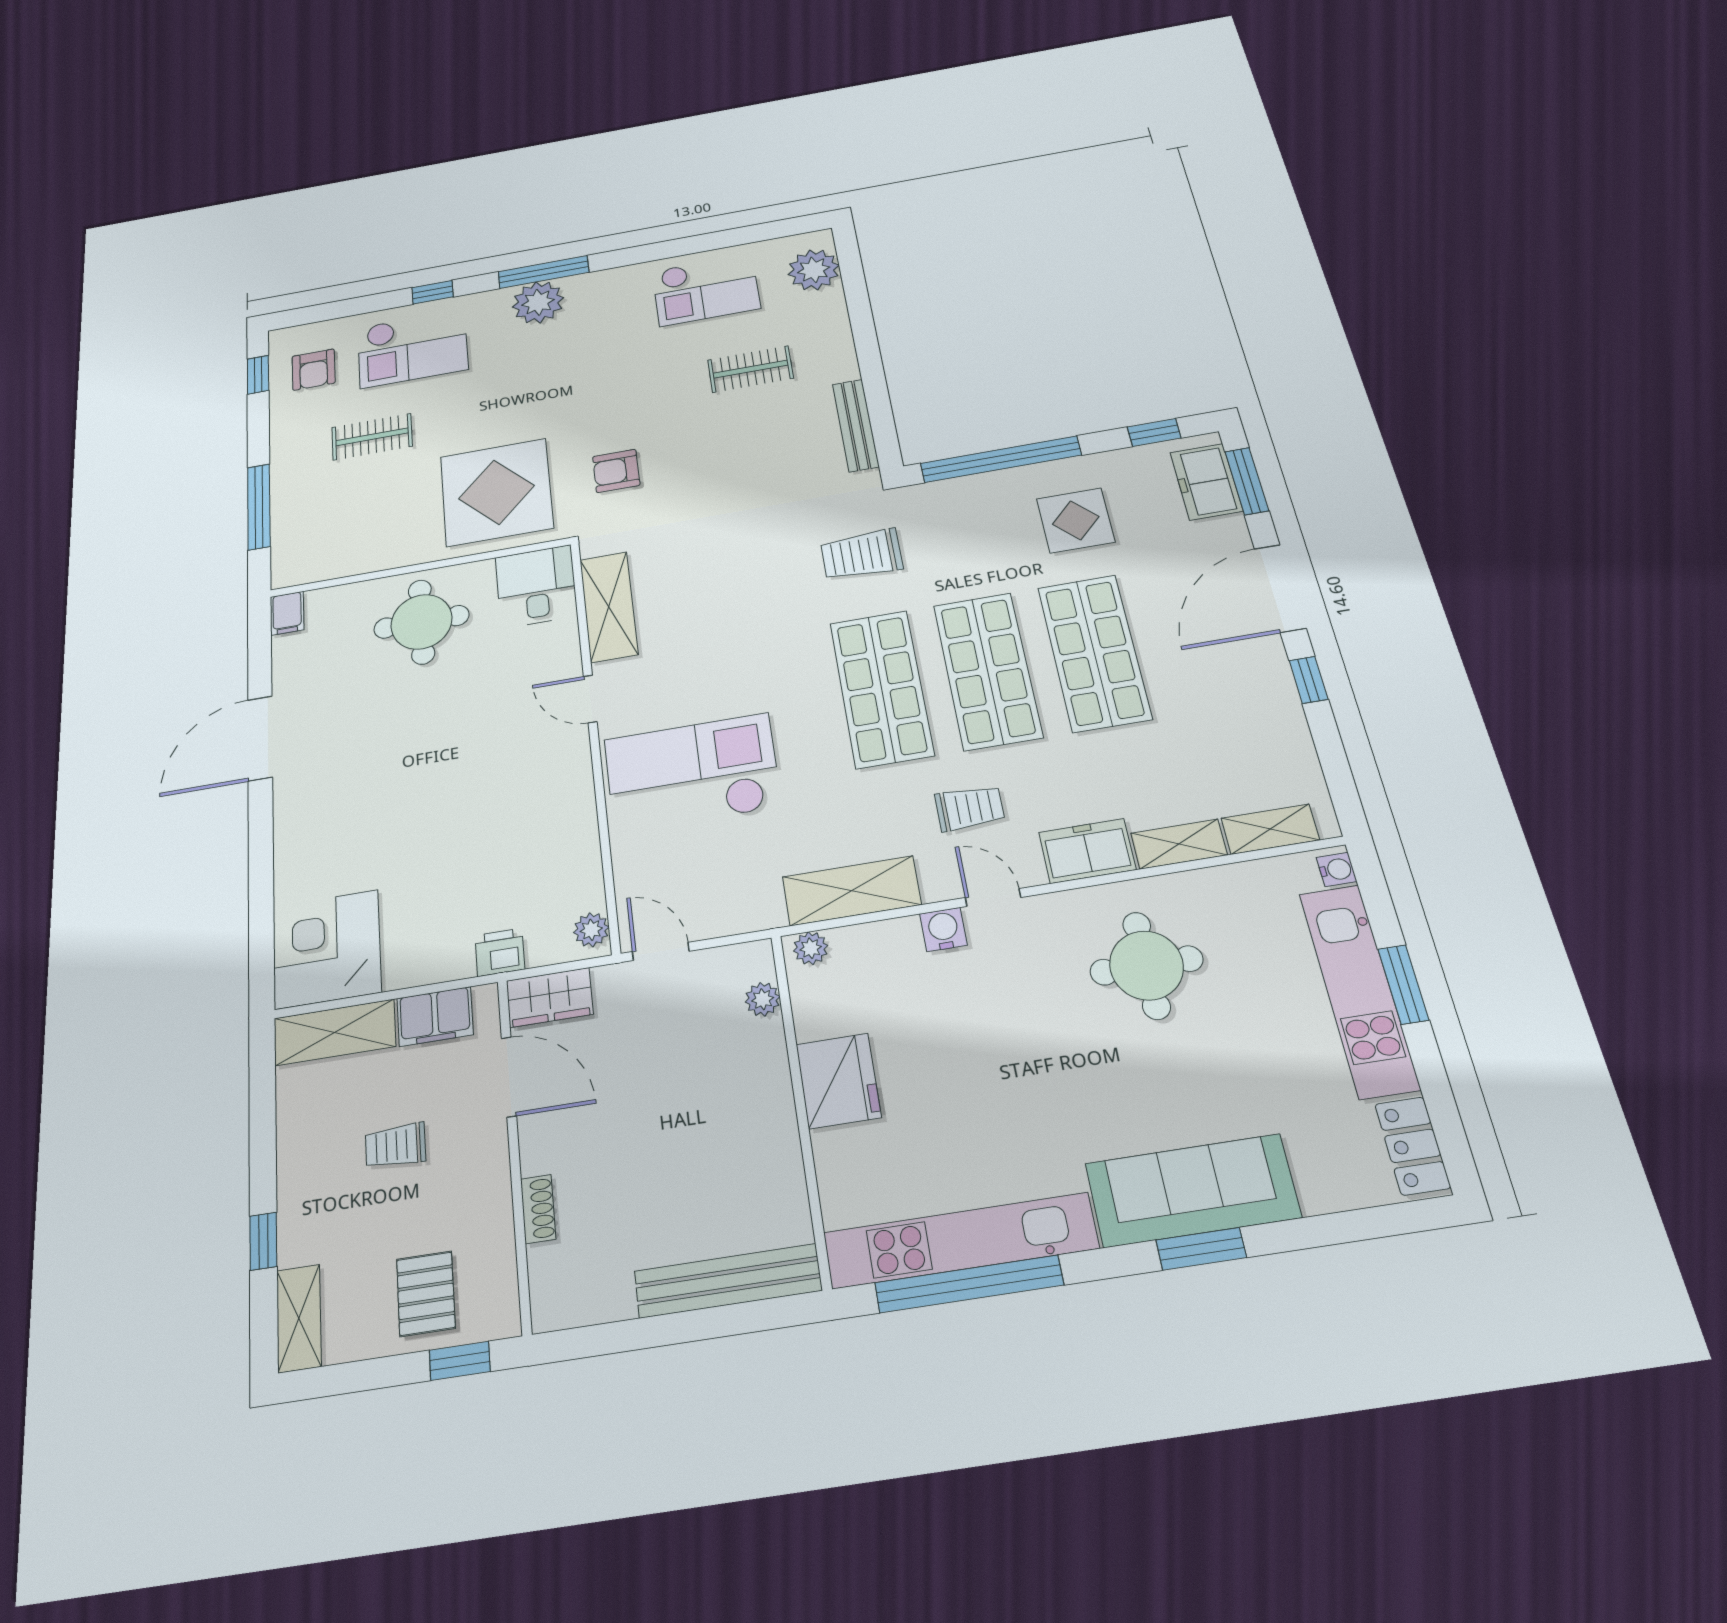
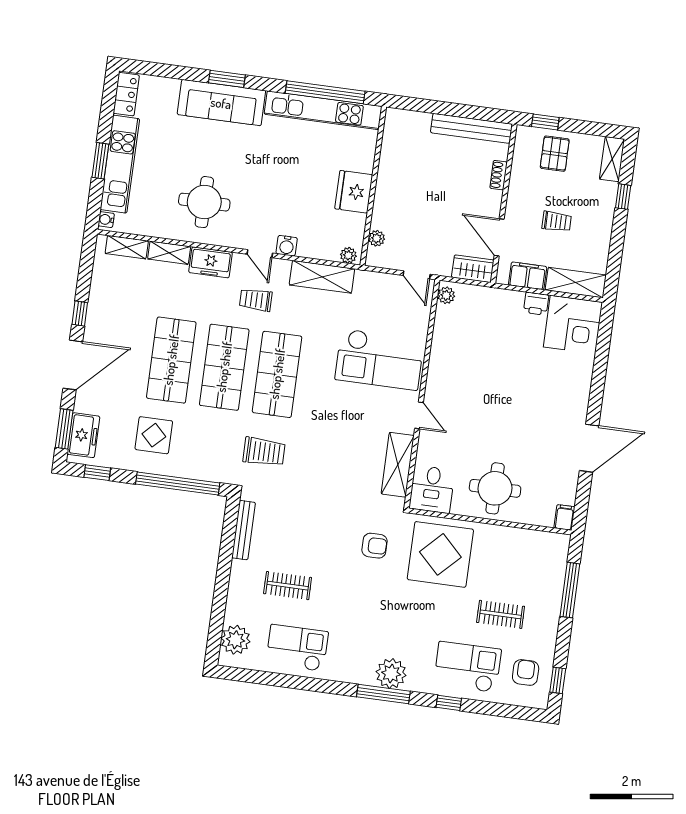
printer: (500, 952) -> (536, 304), moved
bench: (728, 1281) -> (471, 128), moved

